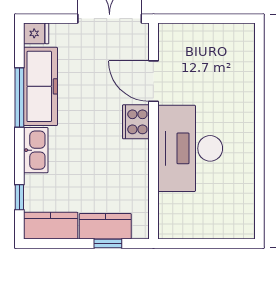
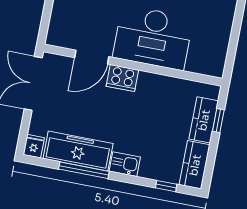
kitchen sink: (36, 150) -> (125, 164), width x0.73

